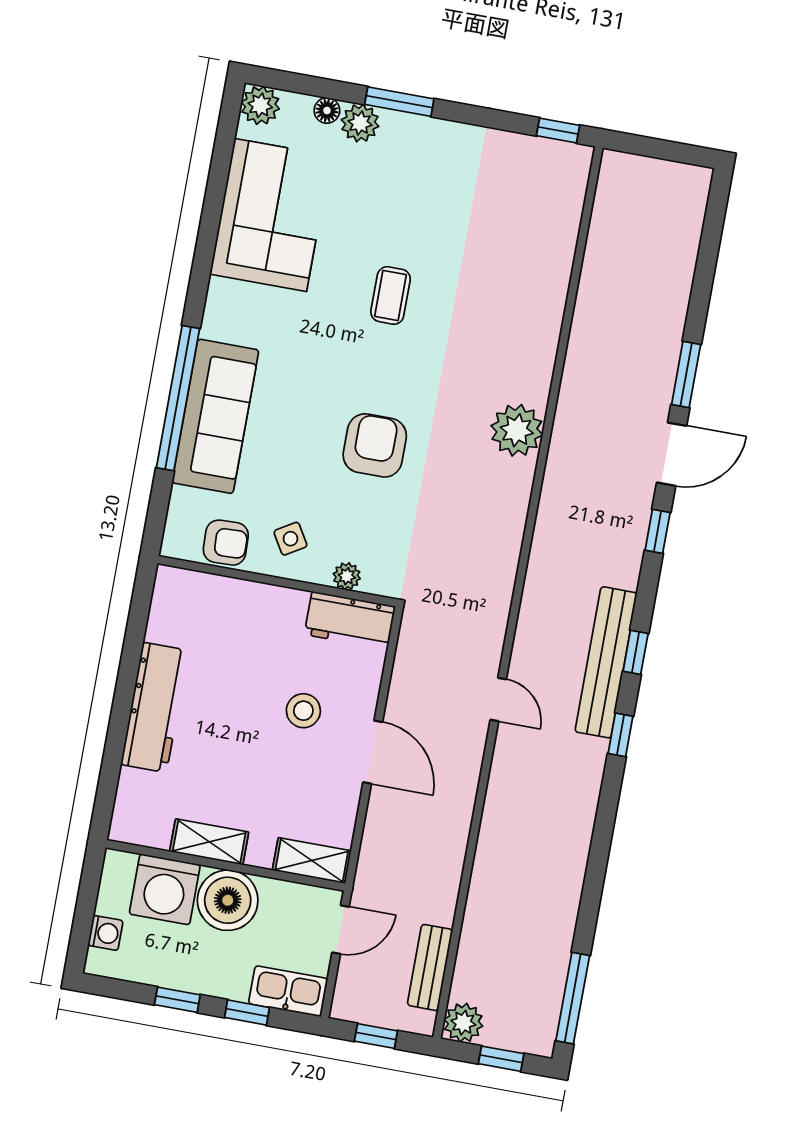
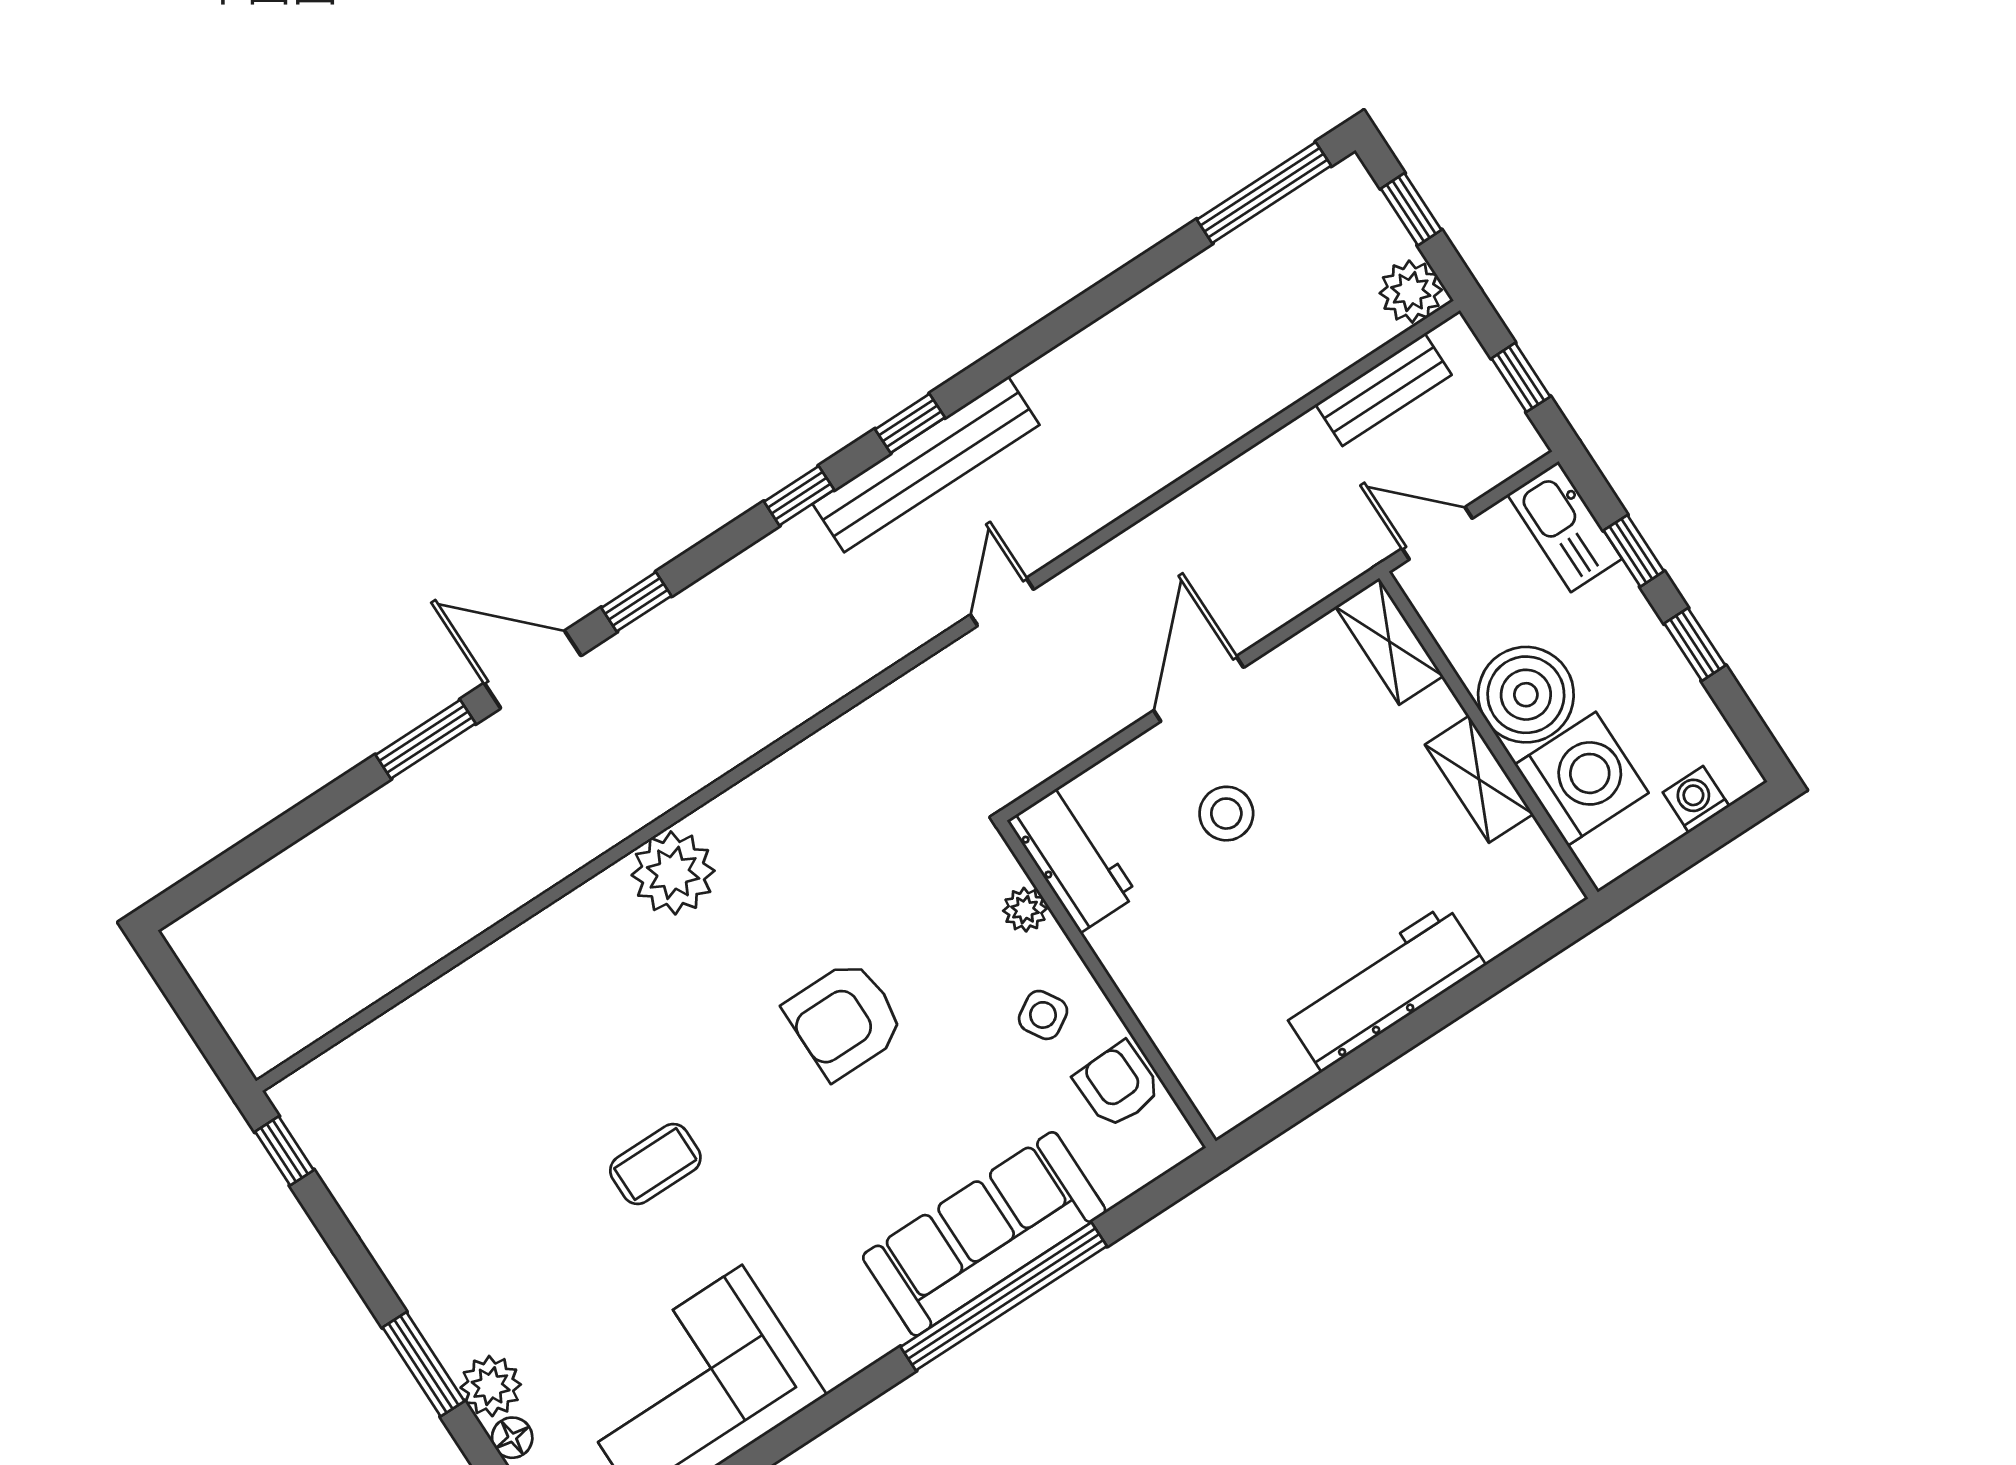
bench: (606, 662) -> (926, 464), moved

